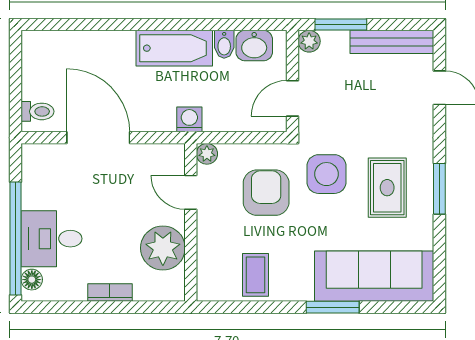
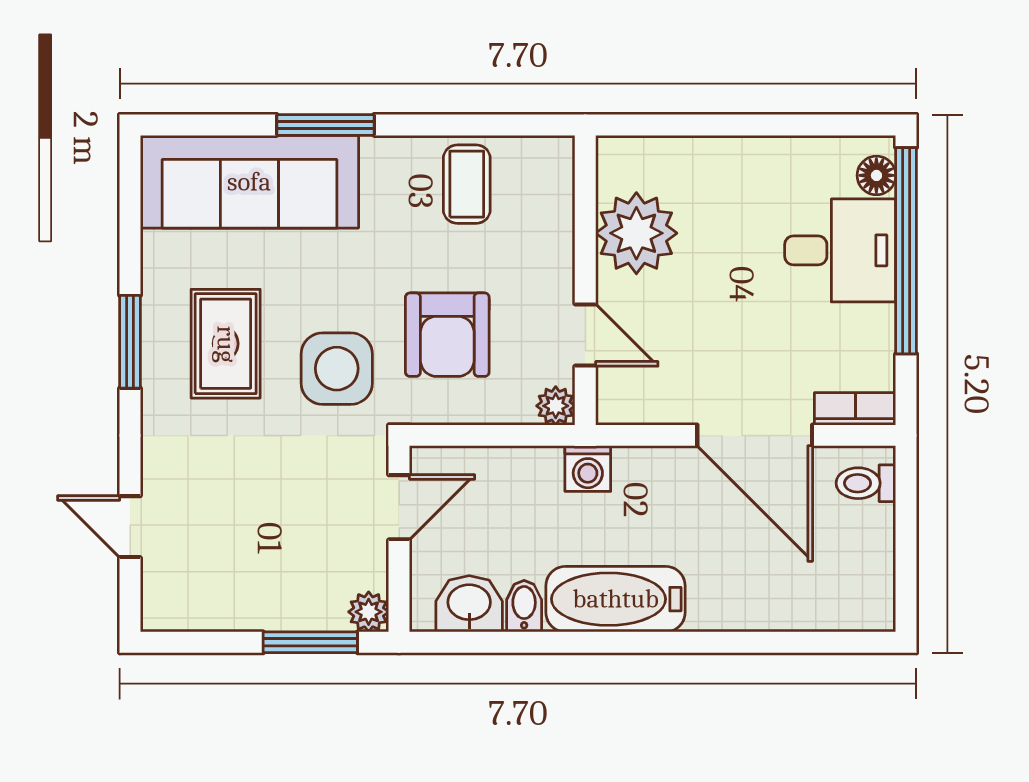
bench: (392, 42) -> (217, 611), removed
bookcase: (110, 293) -> (855, 409), moved, turned 180

